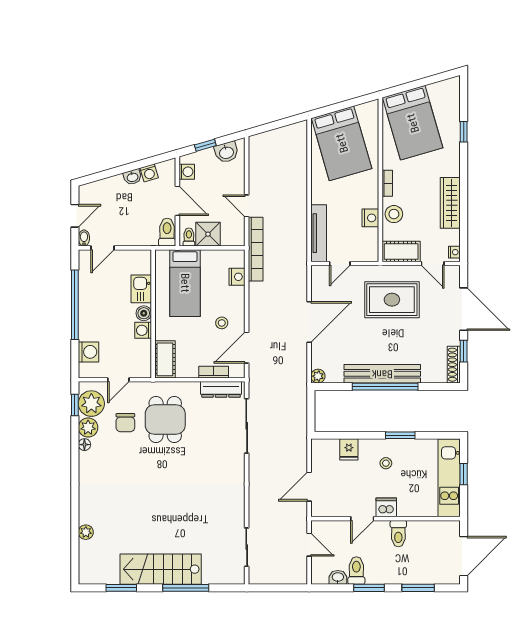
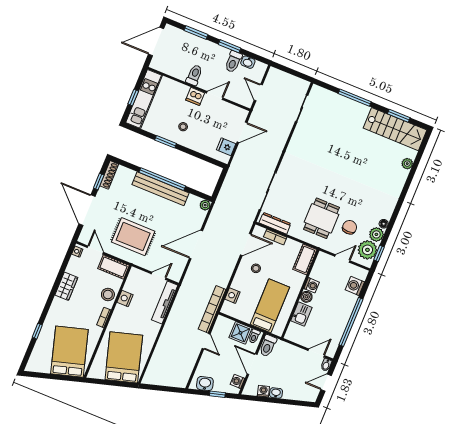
wardrobe: (450, 203) -> (66, 286), width x0.67
fridge: (349, 449) -> (226, 147), moved, turned -90
stairs: (161, 569) -> (395, 129), moved

